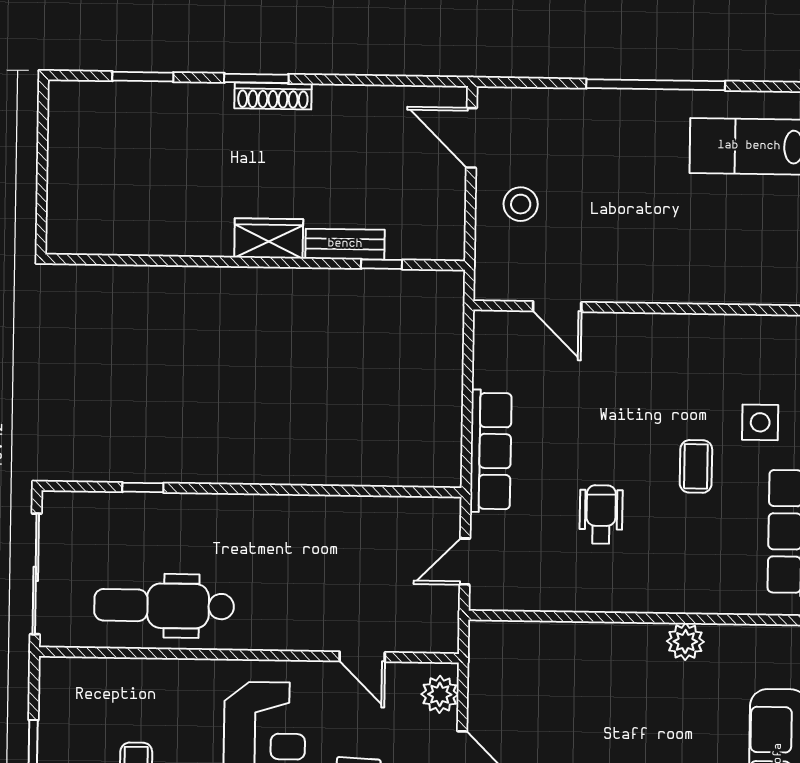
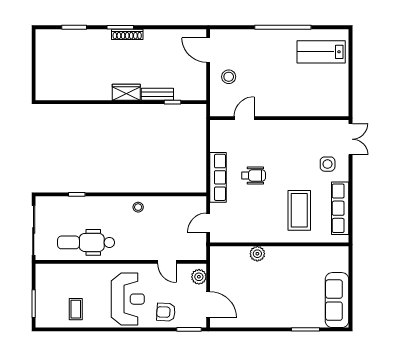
door: (557, 307) -> (244, 118), swing flipped
coffee table: (696, 466) -> (299, 210), moved, width x1.86, depth x1.72
wheelchair: (601, 514) -> (253, 175), moved, turned 90
stool: (293, 521) -> (138, 207), added
plant: (685, 642) -> (257, 254), moved

